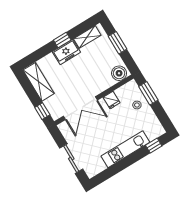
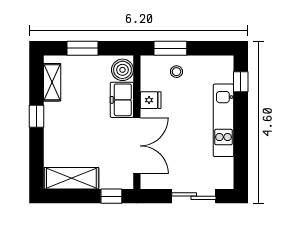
freezer: (66, 52) -> (122, 100), moved, turned 180

